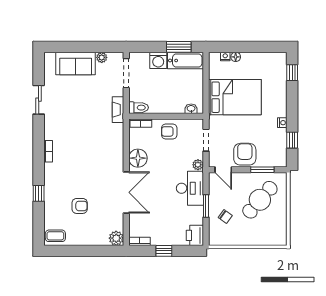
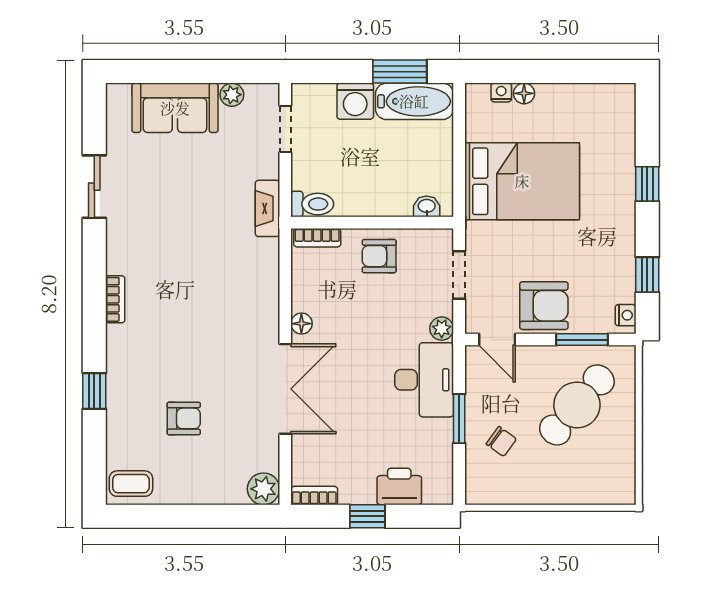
doorway: (126, 73) -> (285, 129), width x0.73
window: (292, 73) -> (647, 184), moved
nightstand: (282, 123) -> (626, 315), moved
armchair: (245, 154) -> (544, 306), turned 90
floor lamp: (138, 158) -> (301, 324), width x0.53, depth x0.53
printer: (195, 235) -> (399, 486), moved, turned 90

